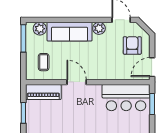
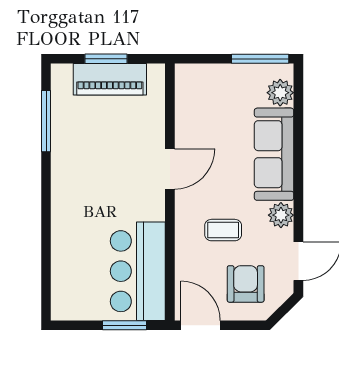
armchair: (132, 45) -> (246, 284), turned -90
coffee table: (44, 62) -> (223, 230), moved
piano: (43, 92) -> (110, 79), moved, turned -90

